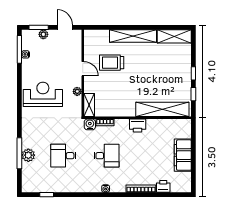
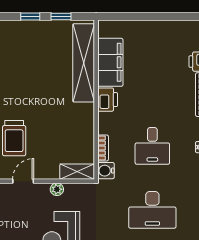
filing cabinet: (183, 155) -> (110, 62), moved, turned -90
desk: (63, 156) -> (152, 210), width x1.37
desk: (106, 156) -> (152, 146), turned 180

